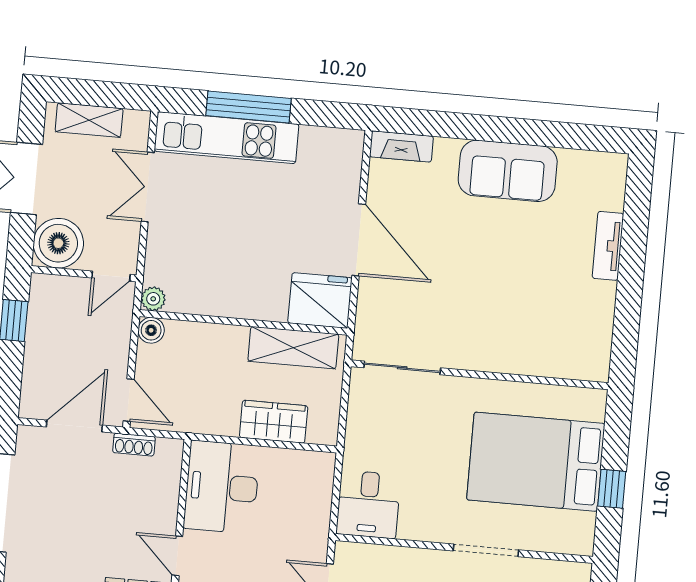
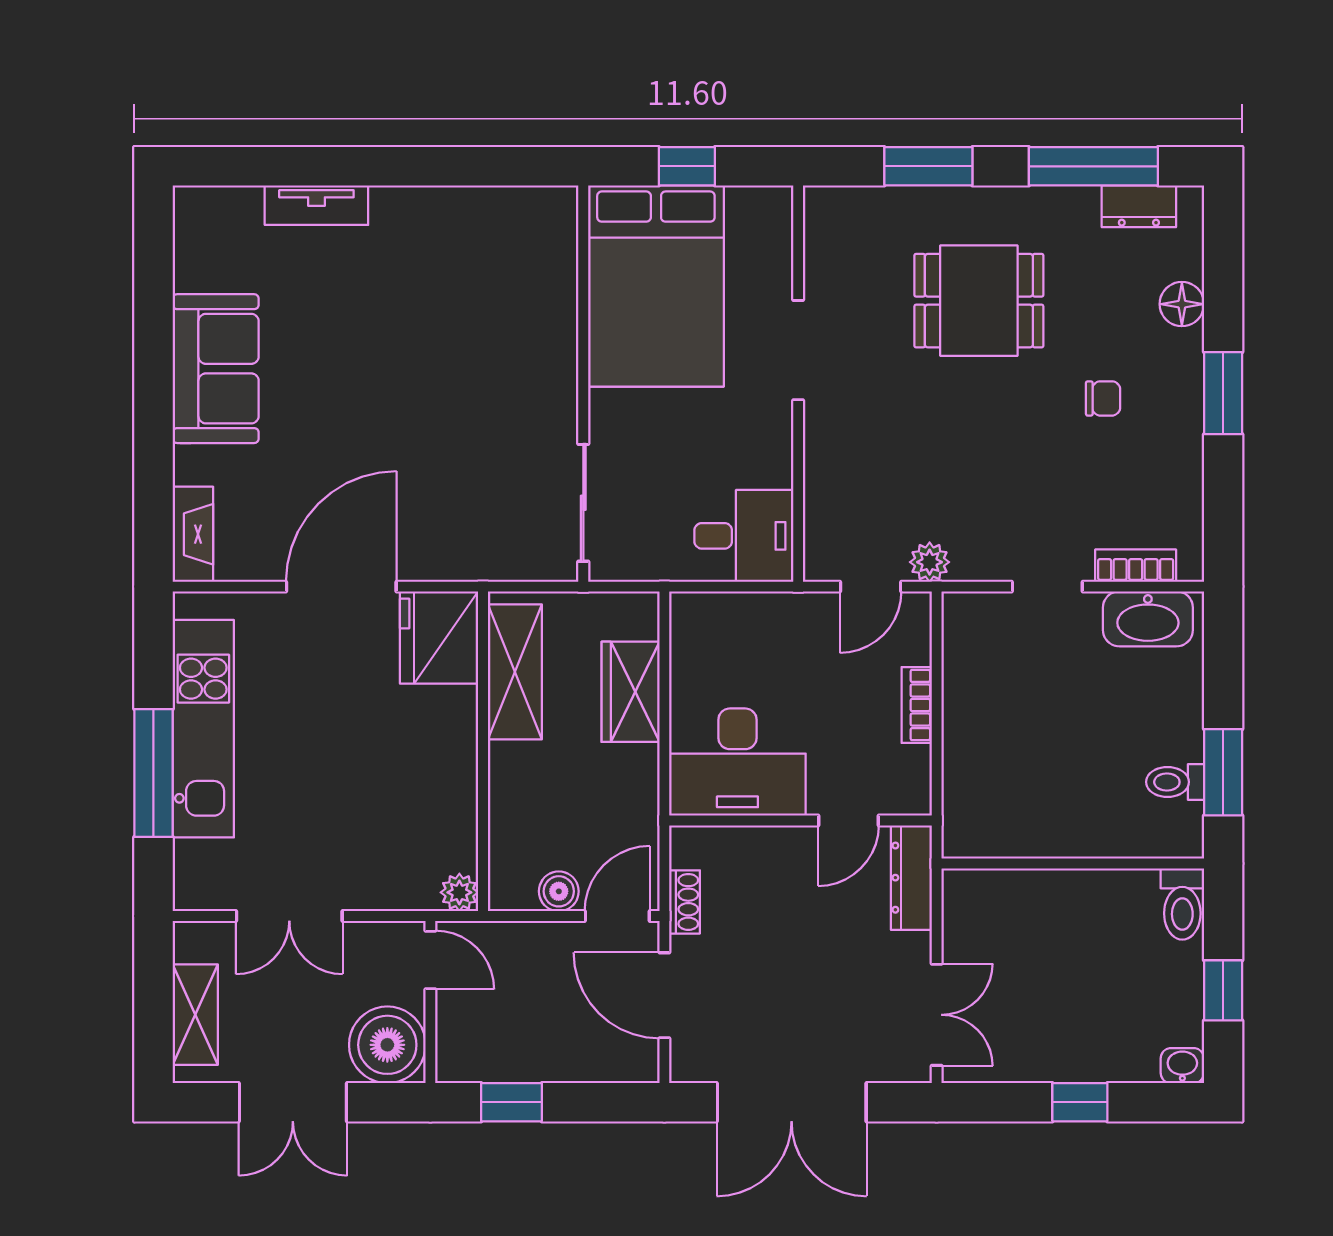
kitchen unit: (226, 138) -> (203, 729), moved
boiler: (151, 330) -> (559, 891), moved
sliding door: (402, 368) -> (583, 503), moved
wall: (480, 375) -> (583, 384), moved

